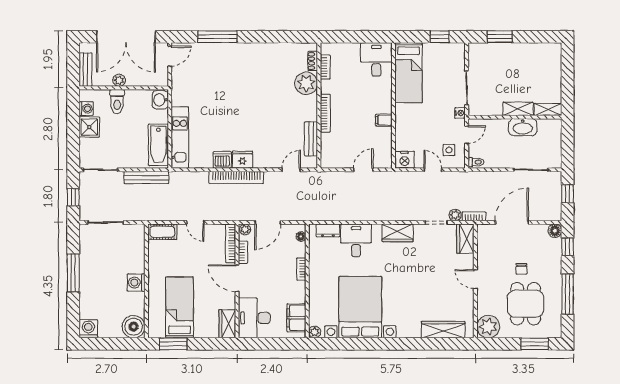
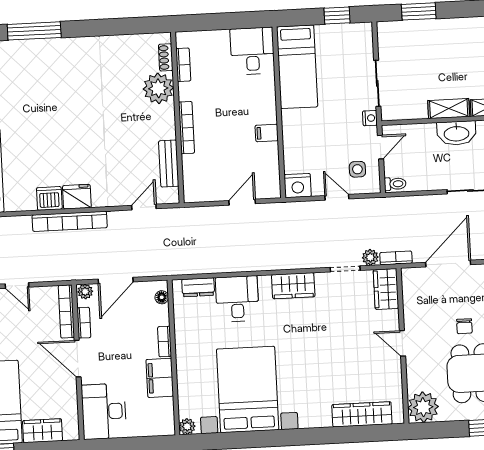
filing cabinet: (296, 318) -> (160, 378), moved
wardrobe: (227, 324) -> (43, 431), moved, turned 90

